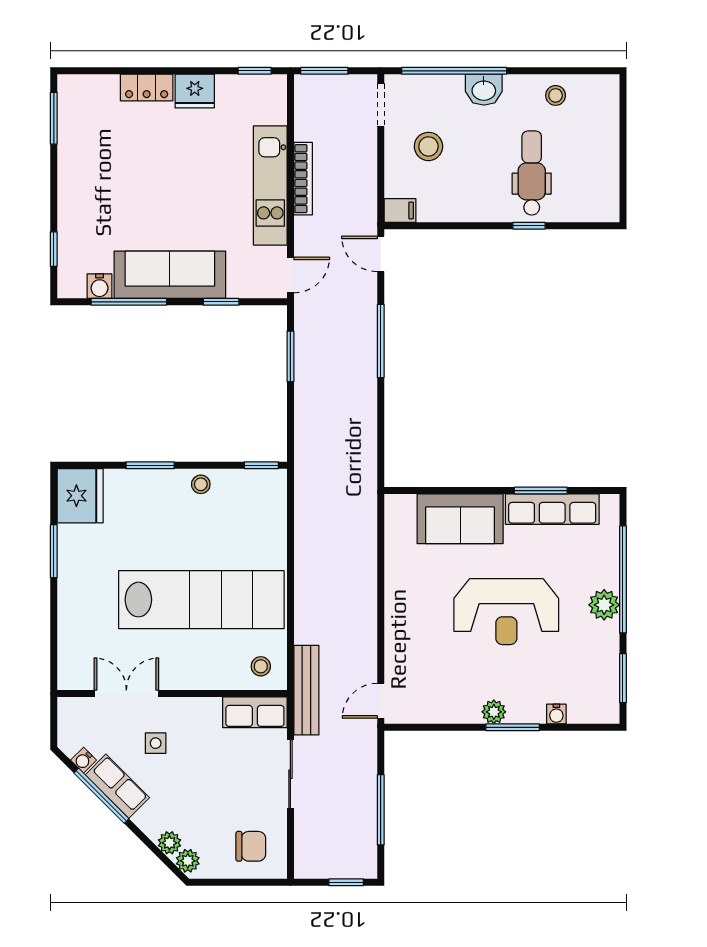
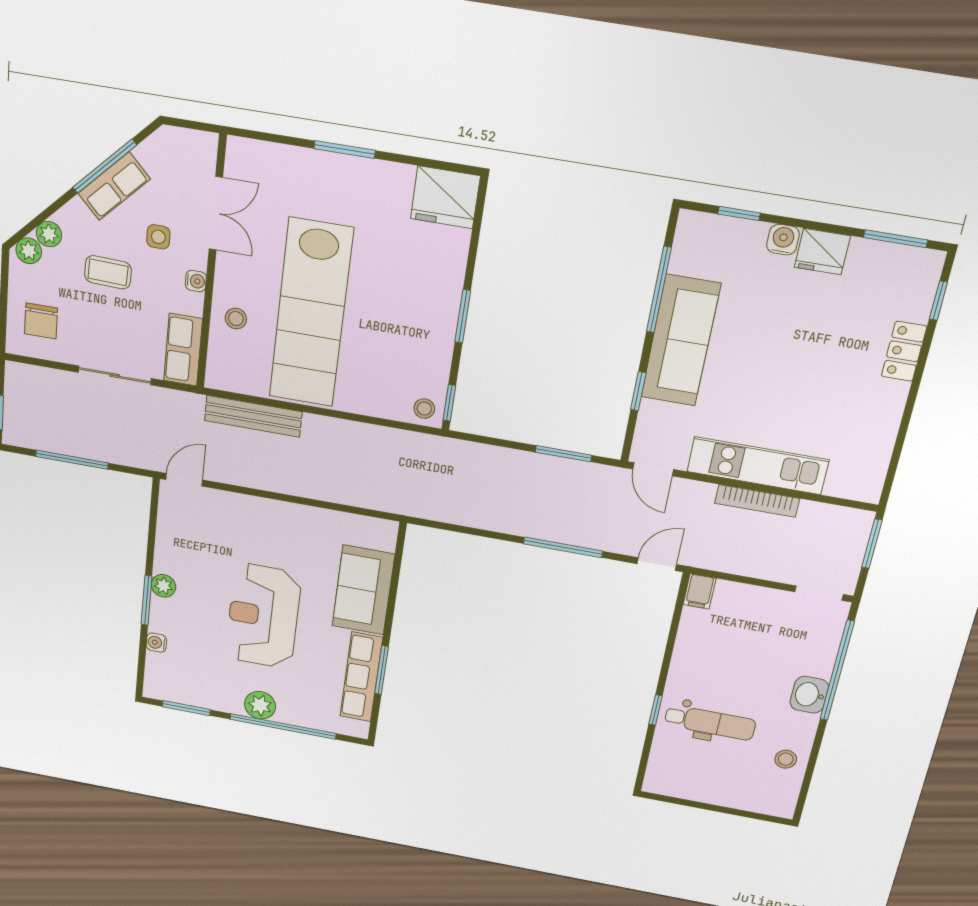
window: (255, 71) -> (938, 301), moved
fridge: (195, 91) -> (822, 252), moved, turned -90
stool: (428, 146) -> (762, 631), removed
water cooler: (99, 286) -> (783, 240), moved, turned 90
window: (150, 465) -> (463, 316), moved
stool: (201, 484) -> (424, 409), moved
window: (54, 551) -> (345, 150), moved
stool: (261, 666) -> (236, 319), moved
bench: (306, 690) -> (253, 416), moved
door: (381, 701) -> (184, 480), hinge flipped
water cooler: (84, 760) -> (196, 281), moved, turned 135
coffee table: (195, 787) -> (108, 272), added

